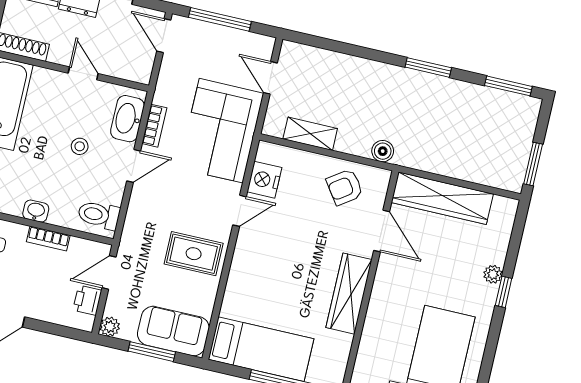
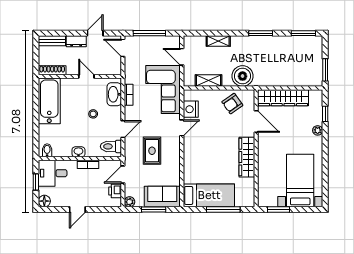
shelving: (345, 64) -> (218, 41), added
boiler: (383, 151) -> (243, 76), width x1.86, depth x1.86
door: (134, 166) -> (123, 129), moved
rug: (194, 254) -> (152, 151), moved, turned 90
window: (504, 292) -> (325, 114), moved

